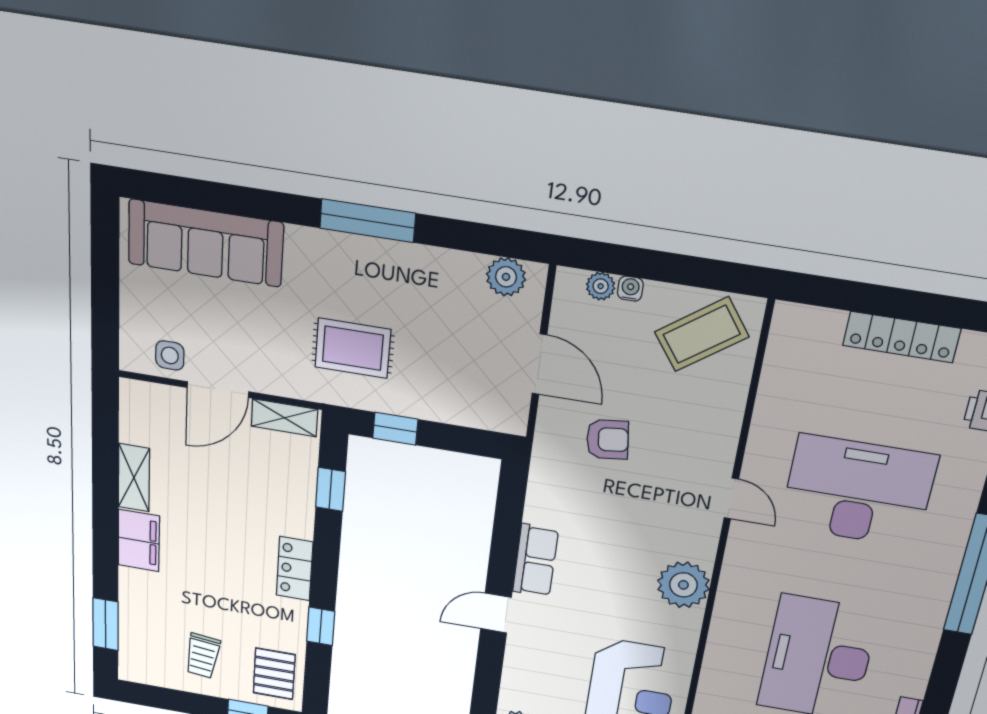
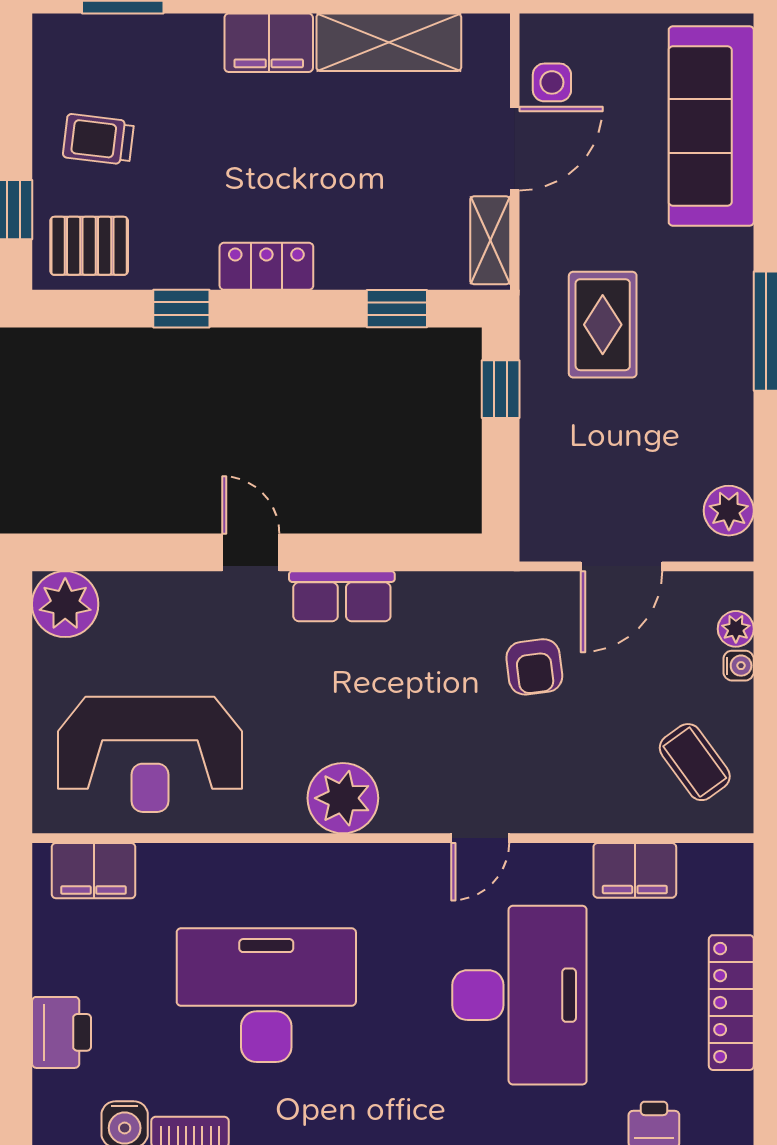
coffee table: (702, 334) -> (695, 762), width x0.73, depth x0.77
door: (218, 390) -> (515, 149), swing flipped
filing cabinet: (779, 393) -> (635, 870), added
shelving: (134, 478) -> (389, 42), width x1.50, depth x1.33

